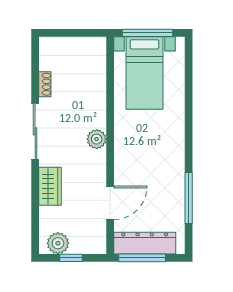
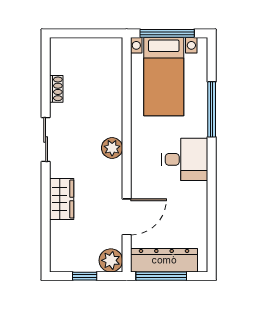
sliding door: (35, 131) -> (46, 140), width x0.73
desk: (164, 150) -> (185, 159), added
window: (189, 198) -> (212, 109), moved
plant: (58, 243) -> (111, 260), moved

